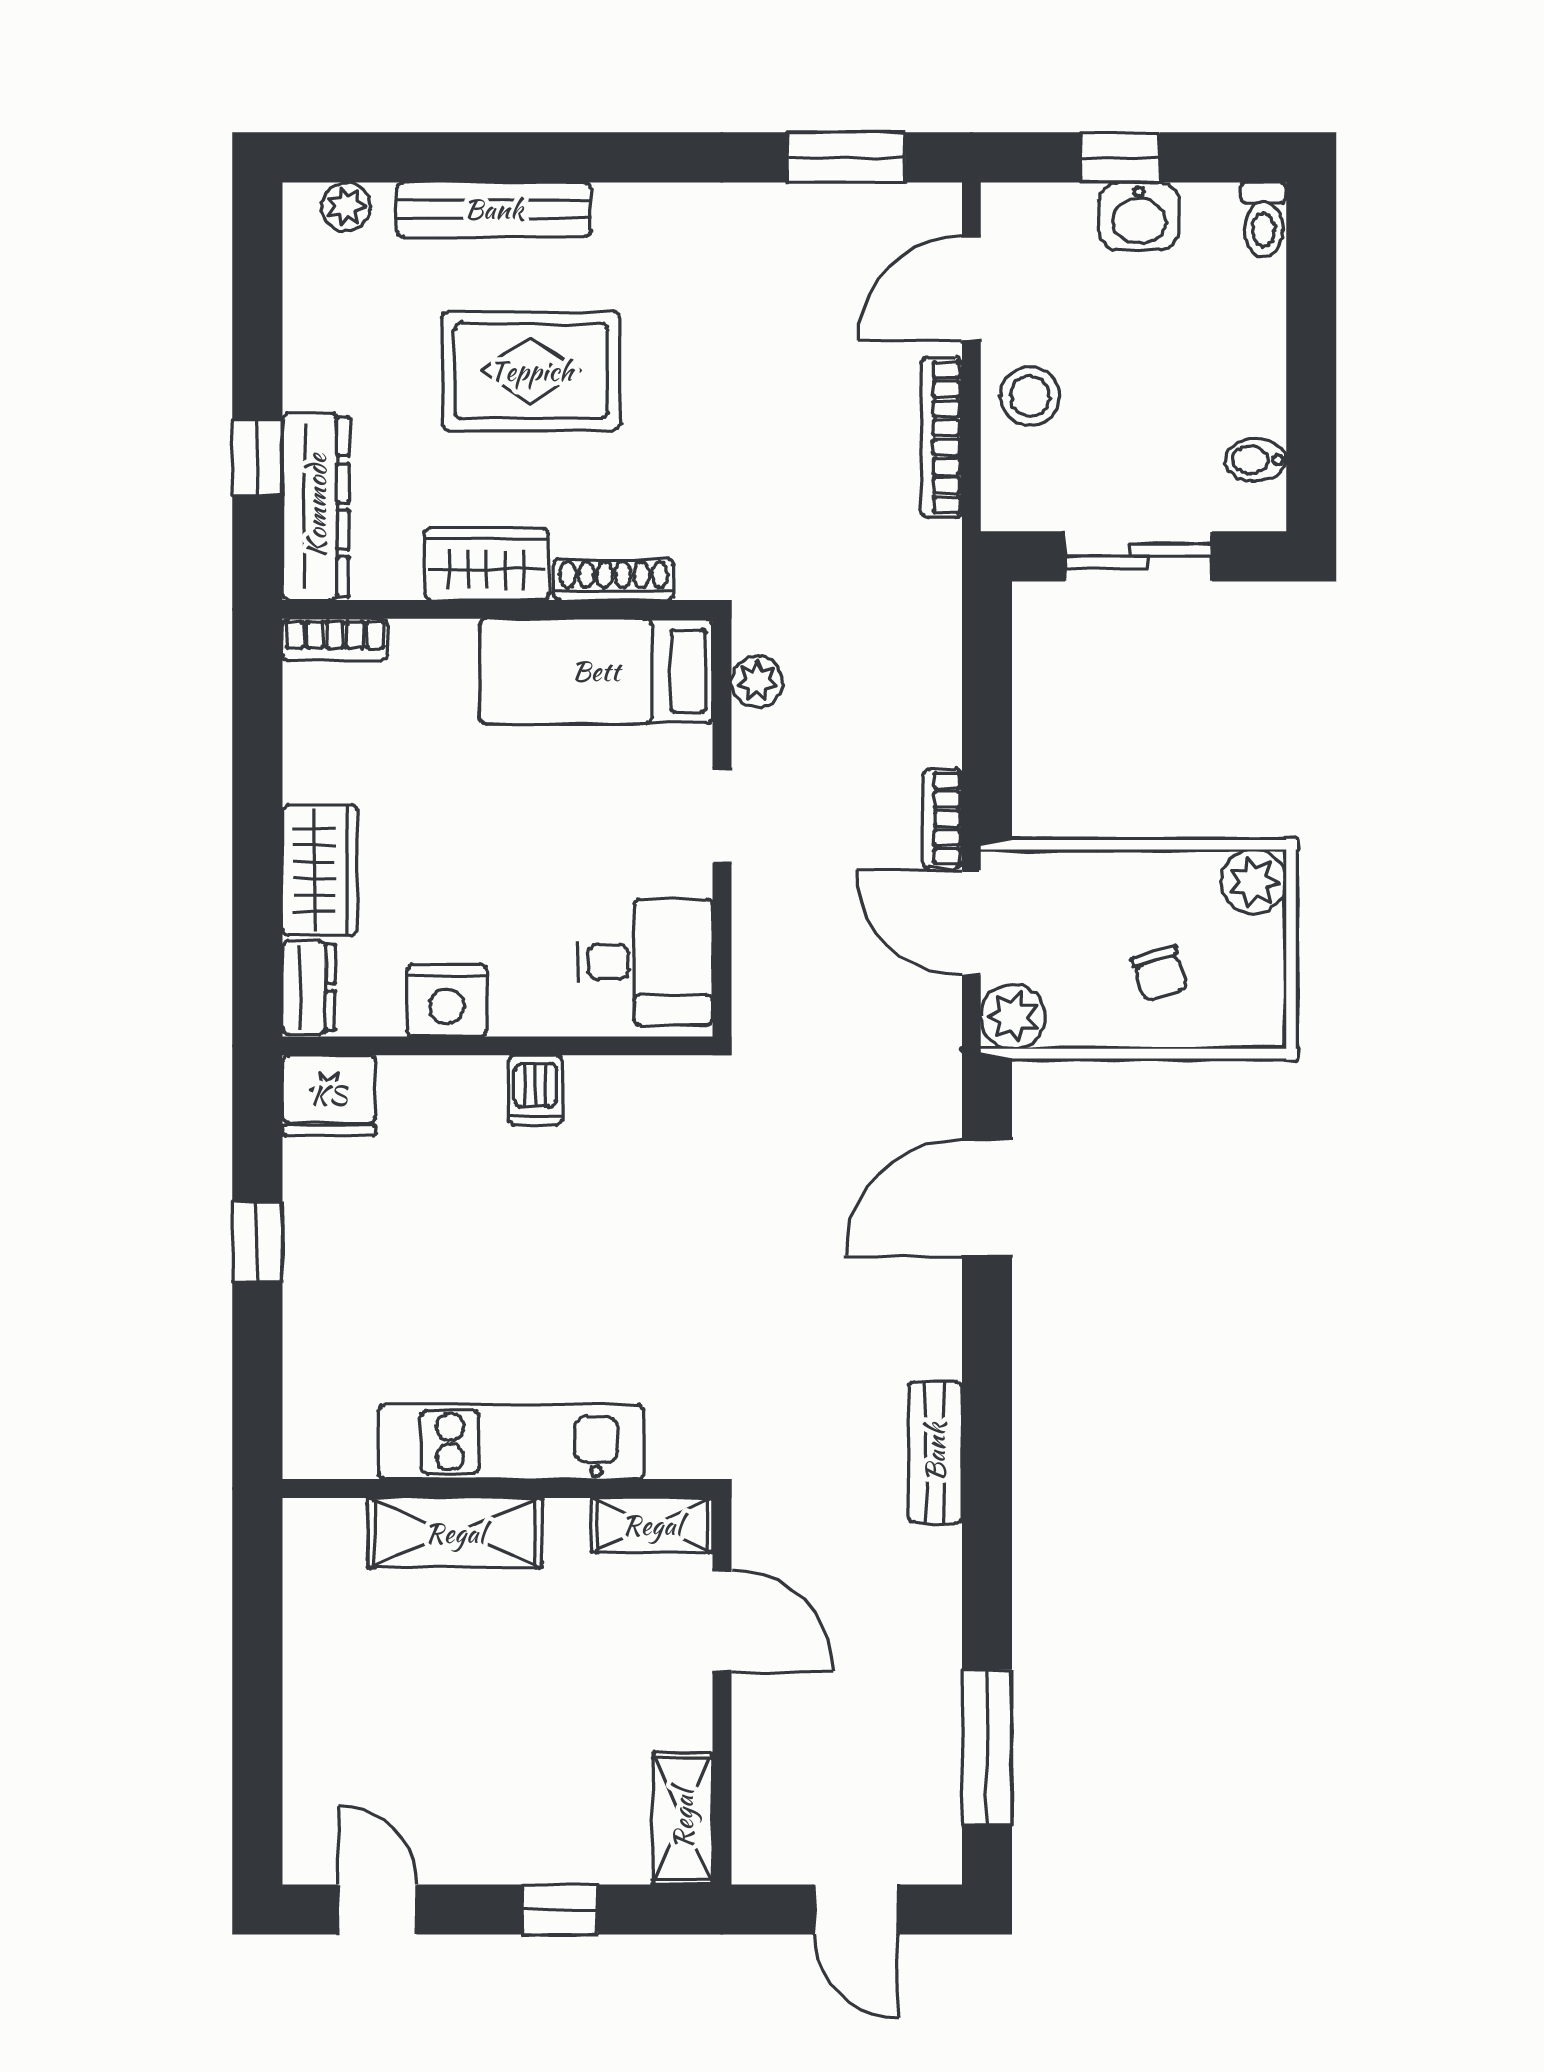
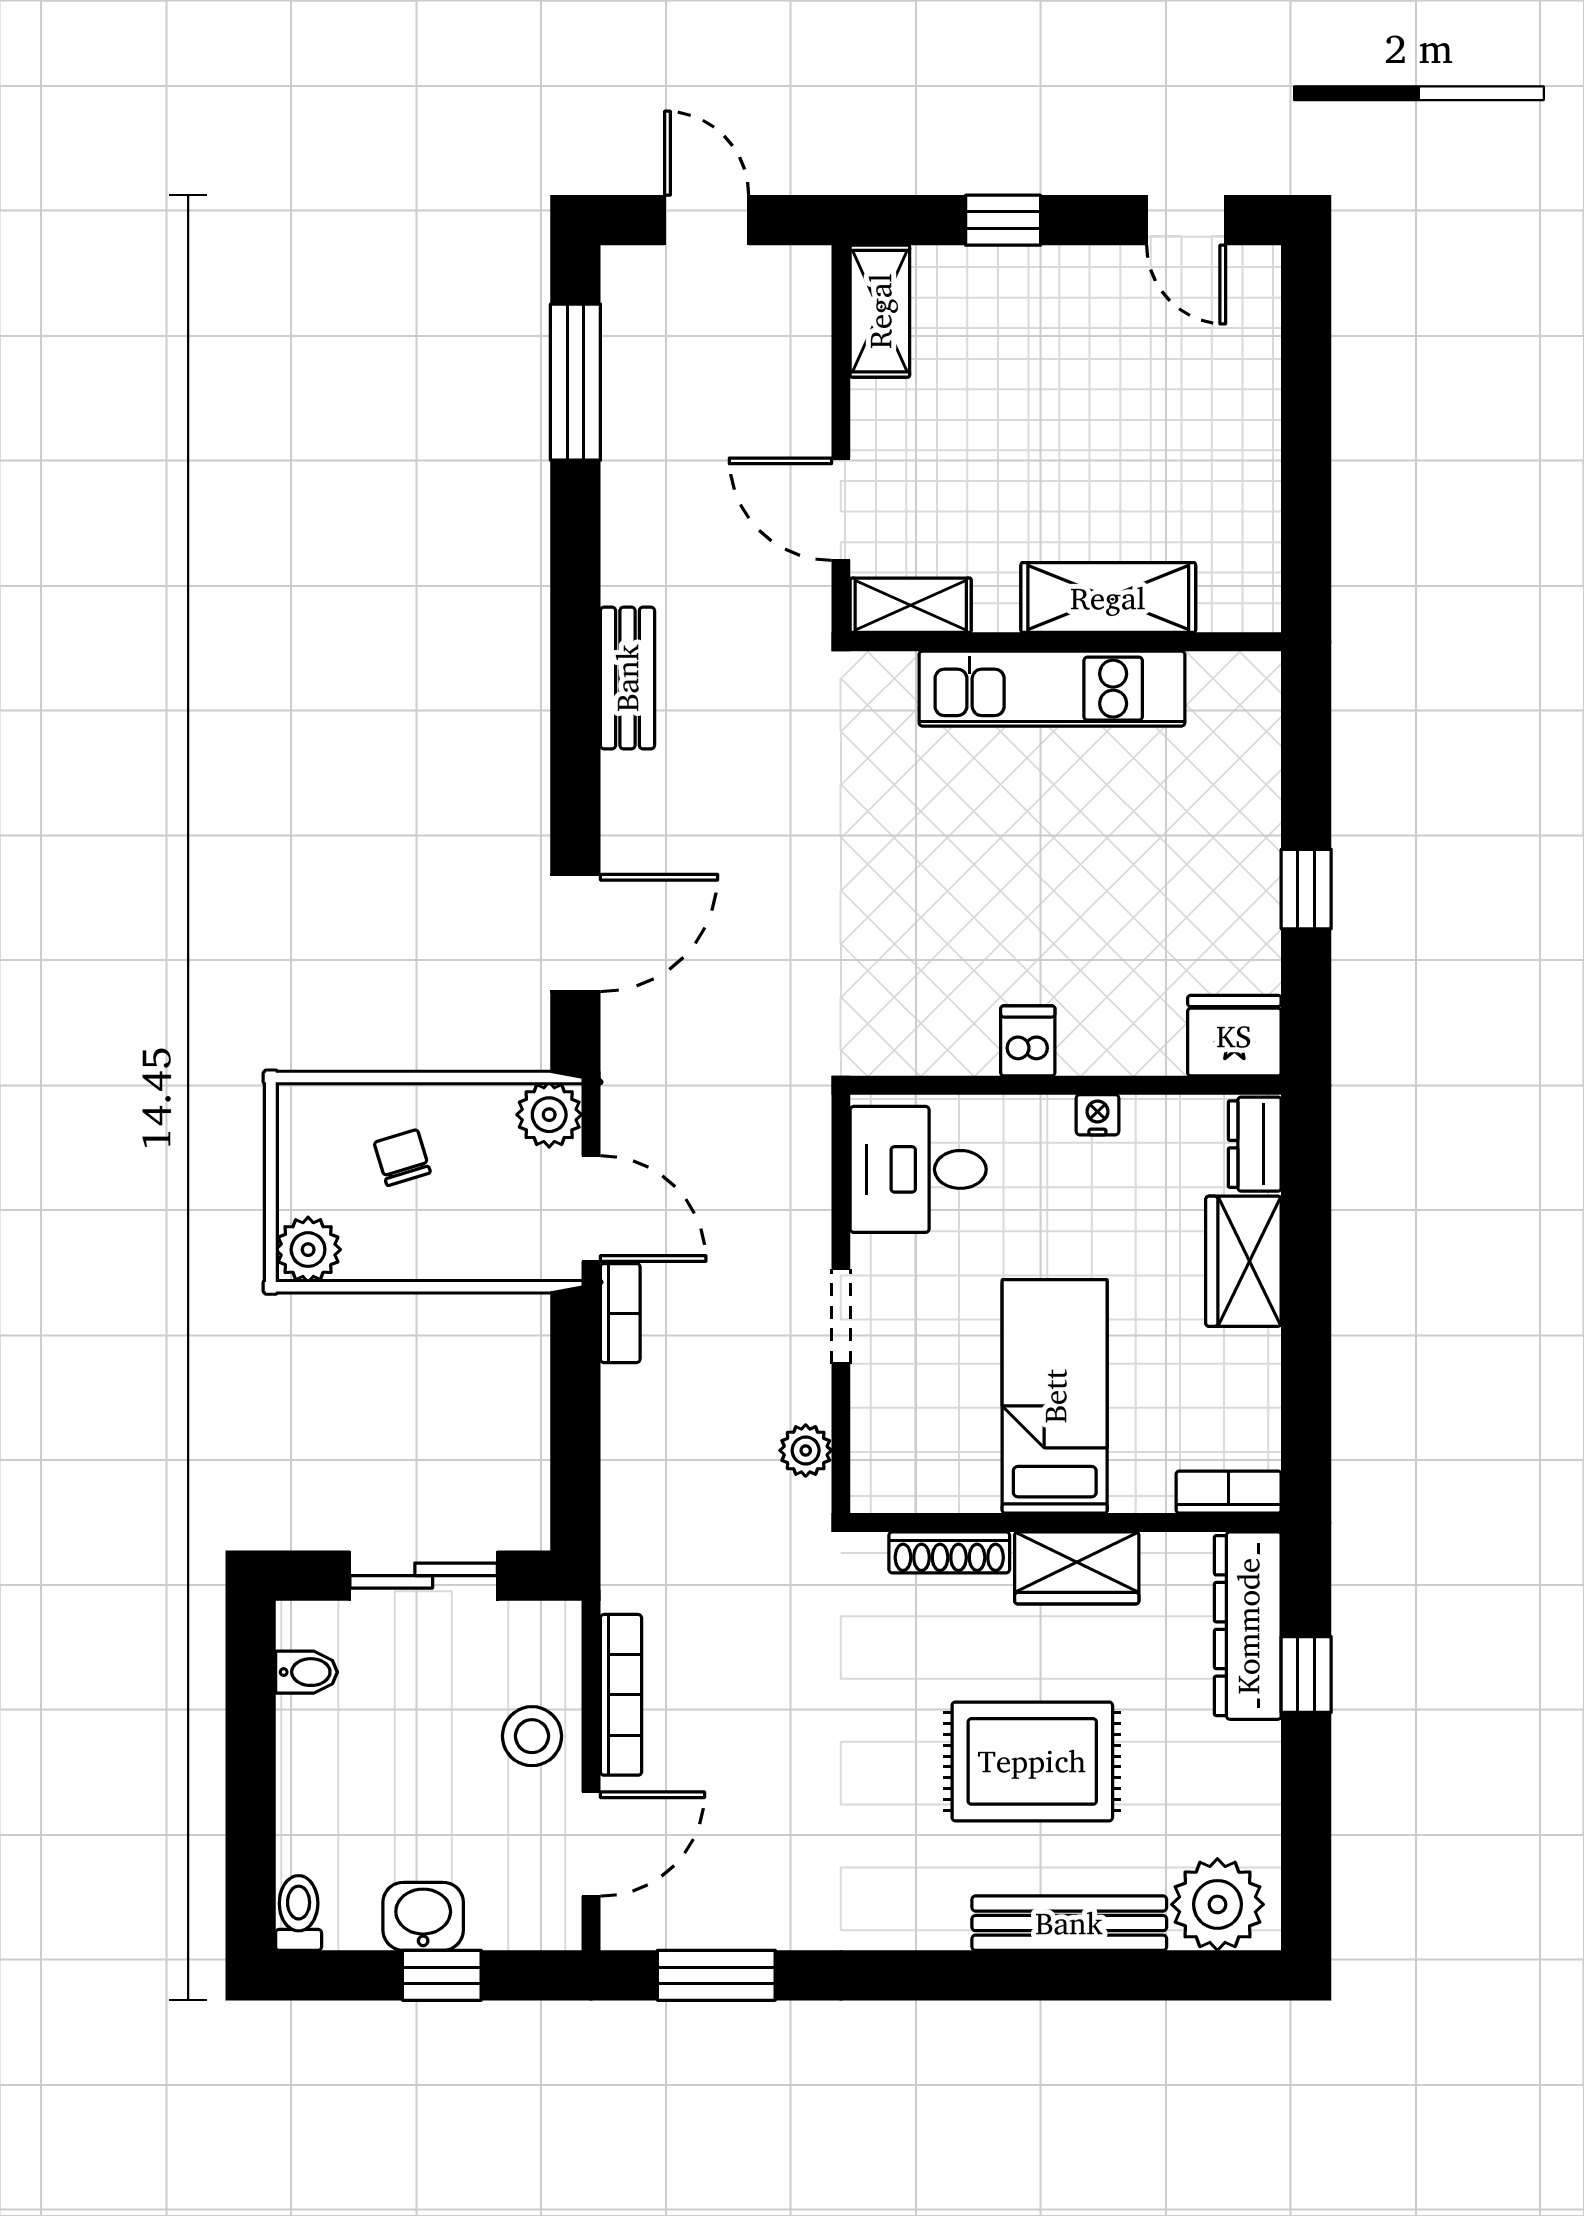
plant: (346, 207) -> (1217, 1904), width x1.87, depth x1.87
bed: (596, 671) -> (1055, 1396), moved, turned -90
nightstand: (447, 1001) -> (1097, 1115), width x0.53, depth x0.56

